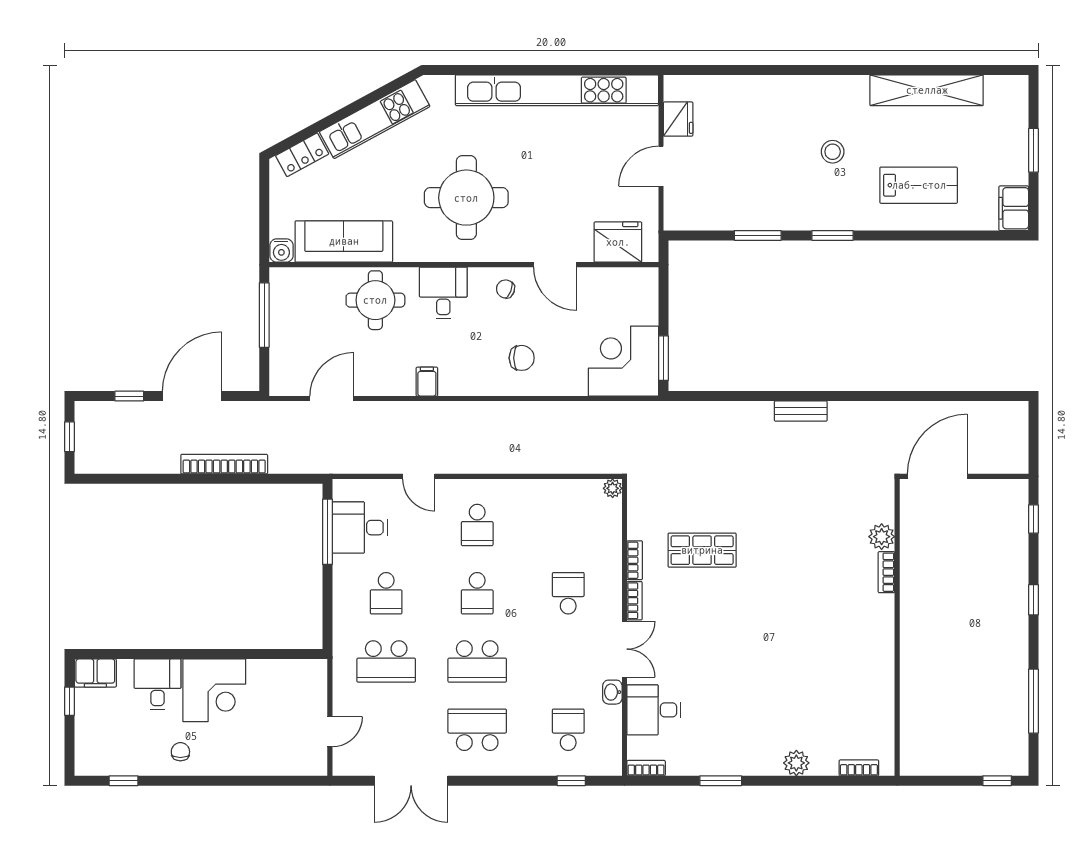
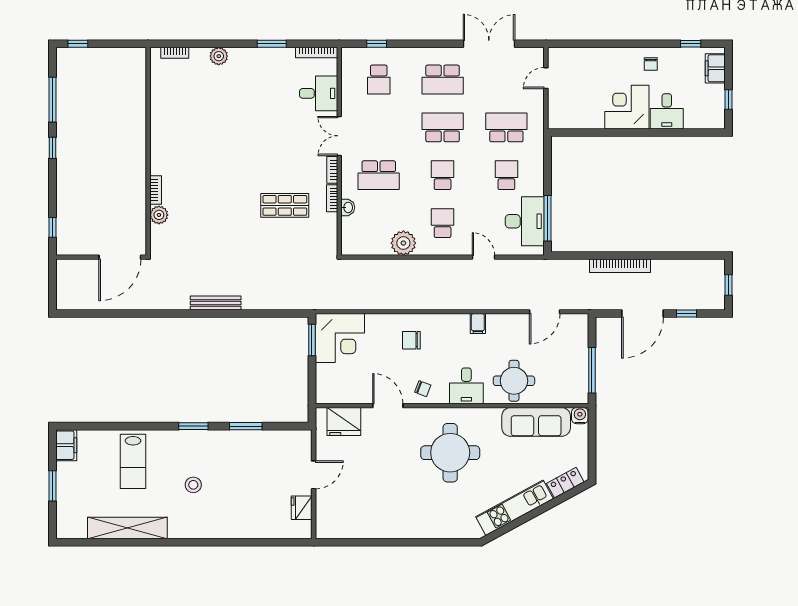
kitchen unit: (557, 90) -> (387, 528), removed
lab bench: (919, 185) -> (133, 461), turned -90
bench: (801, 411) -> (216, 303), width x1.36
plant: (613, 488) -> (403, 243), moved, width x1.88, depth x1.88
desk: (360, 528) -> (525, 221), width x1.37
school desk: (568, 593) -> (379, 175), width x1.85
window: (1033, 600) -> (52, 148), moved
filing cabinet: (95, 673) -> (715, 68), moved, turned -90
washbasin: (612, 692) -> (348, 207), moved
bookcase: (646, 768) -> (317, 53), width x1.56

